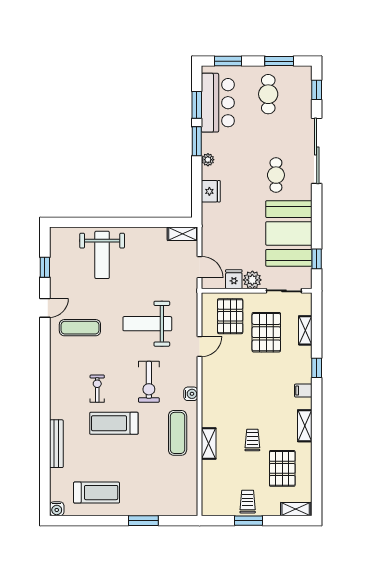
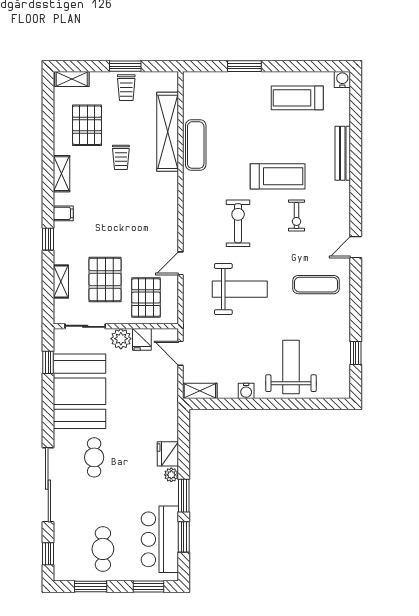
fridge: (211, 191) -> (168, 454), moved
door: (45, 308) -> (356, 247), moved
water cooler: (191, 394) -> (246, 391), moved, turned -90
exercise mat: (178, 433) -> (196, 145), moved
shelving: (209, 444) -> (168, 132), width x2.20, depth x1.33

